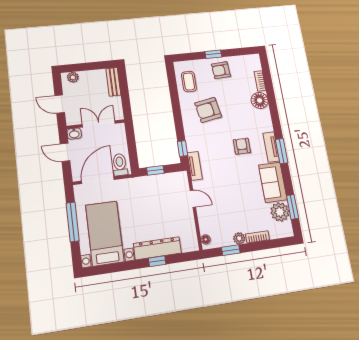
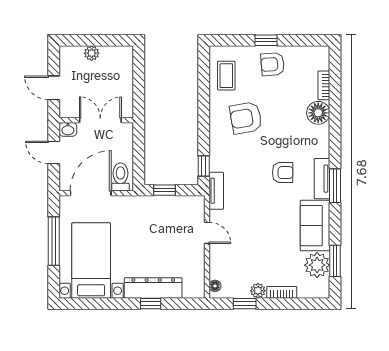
plant: (73, 77) -> (92, 53), moved
bench: (113, 82) -> (126, 65), removed
armchair: (242, 146) -> (283, 173), turned 90

